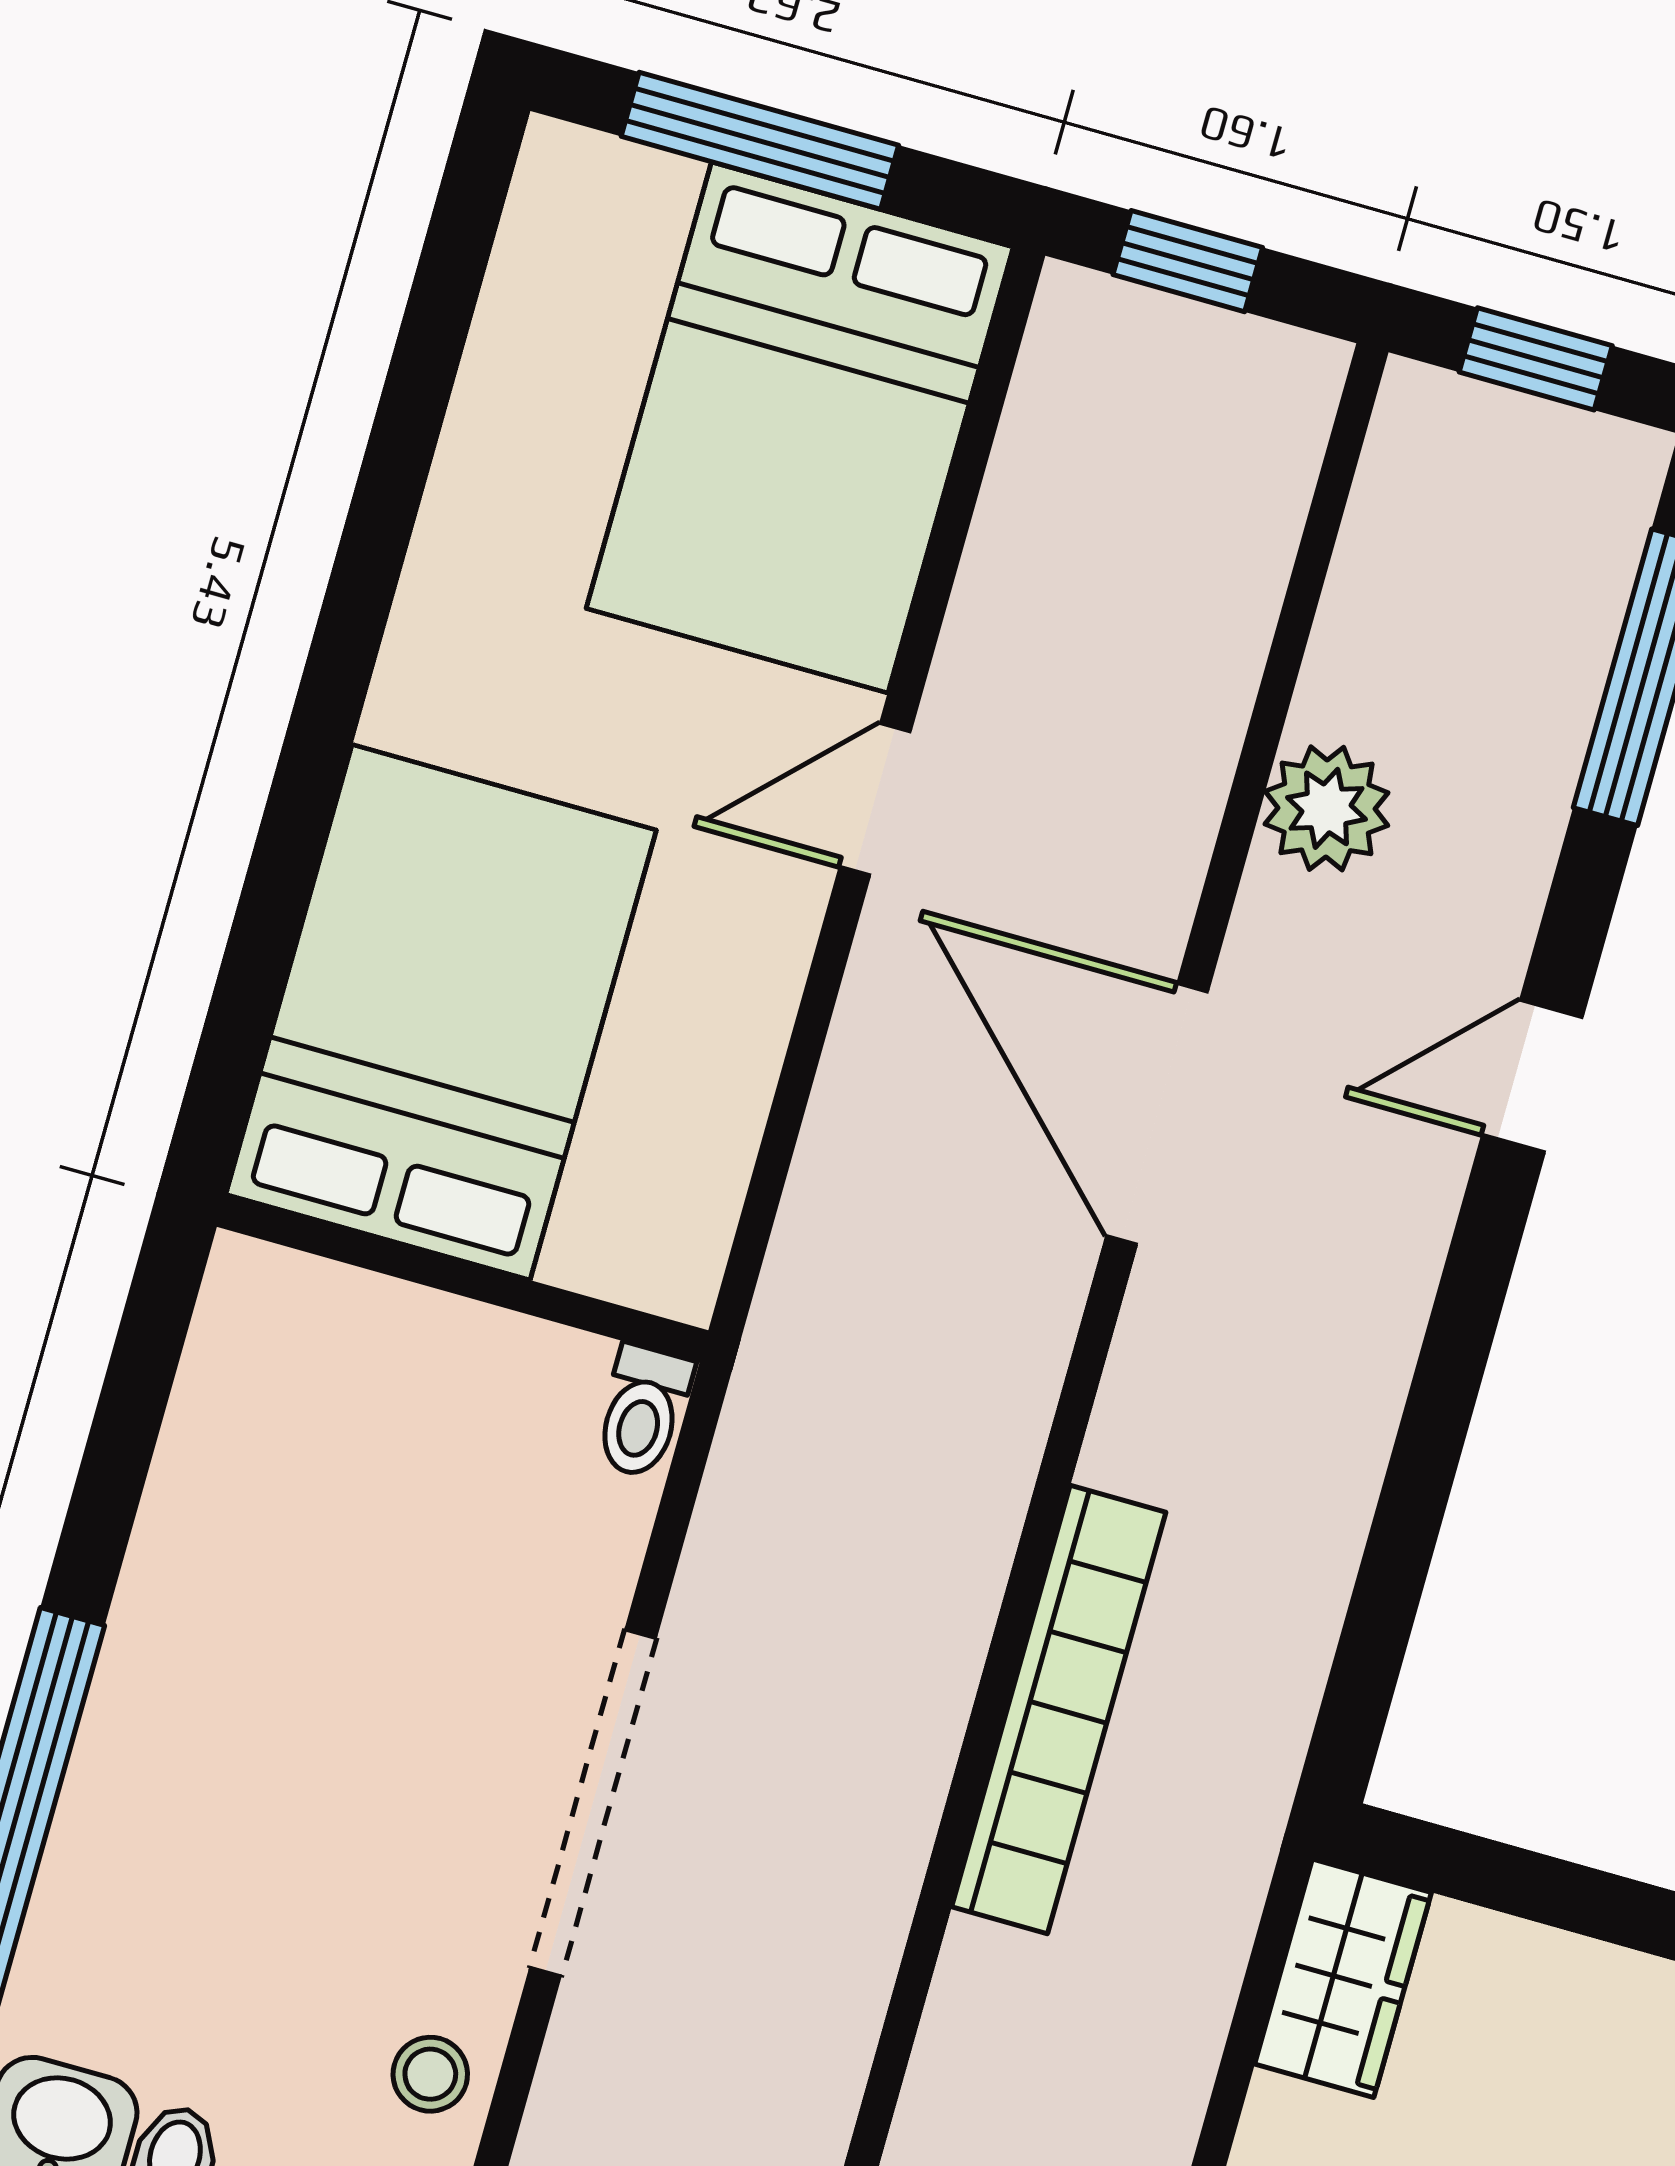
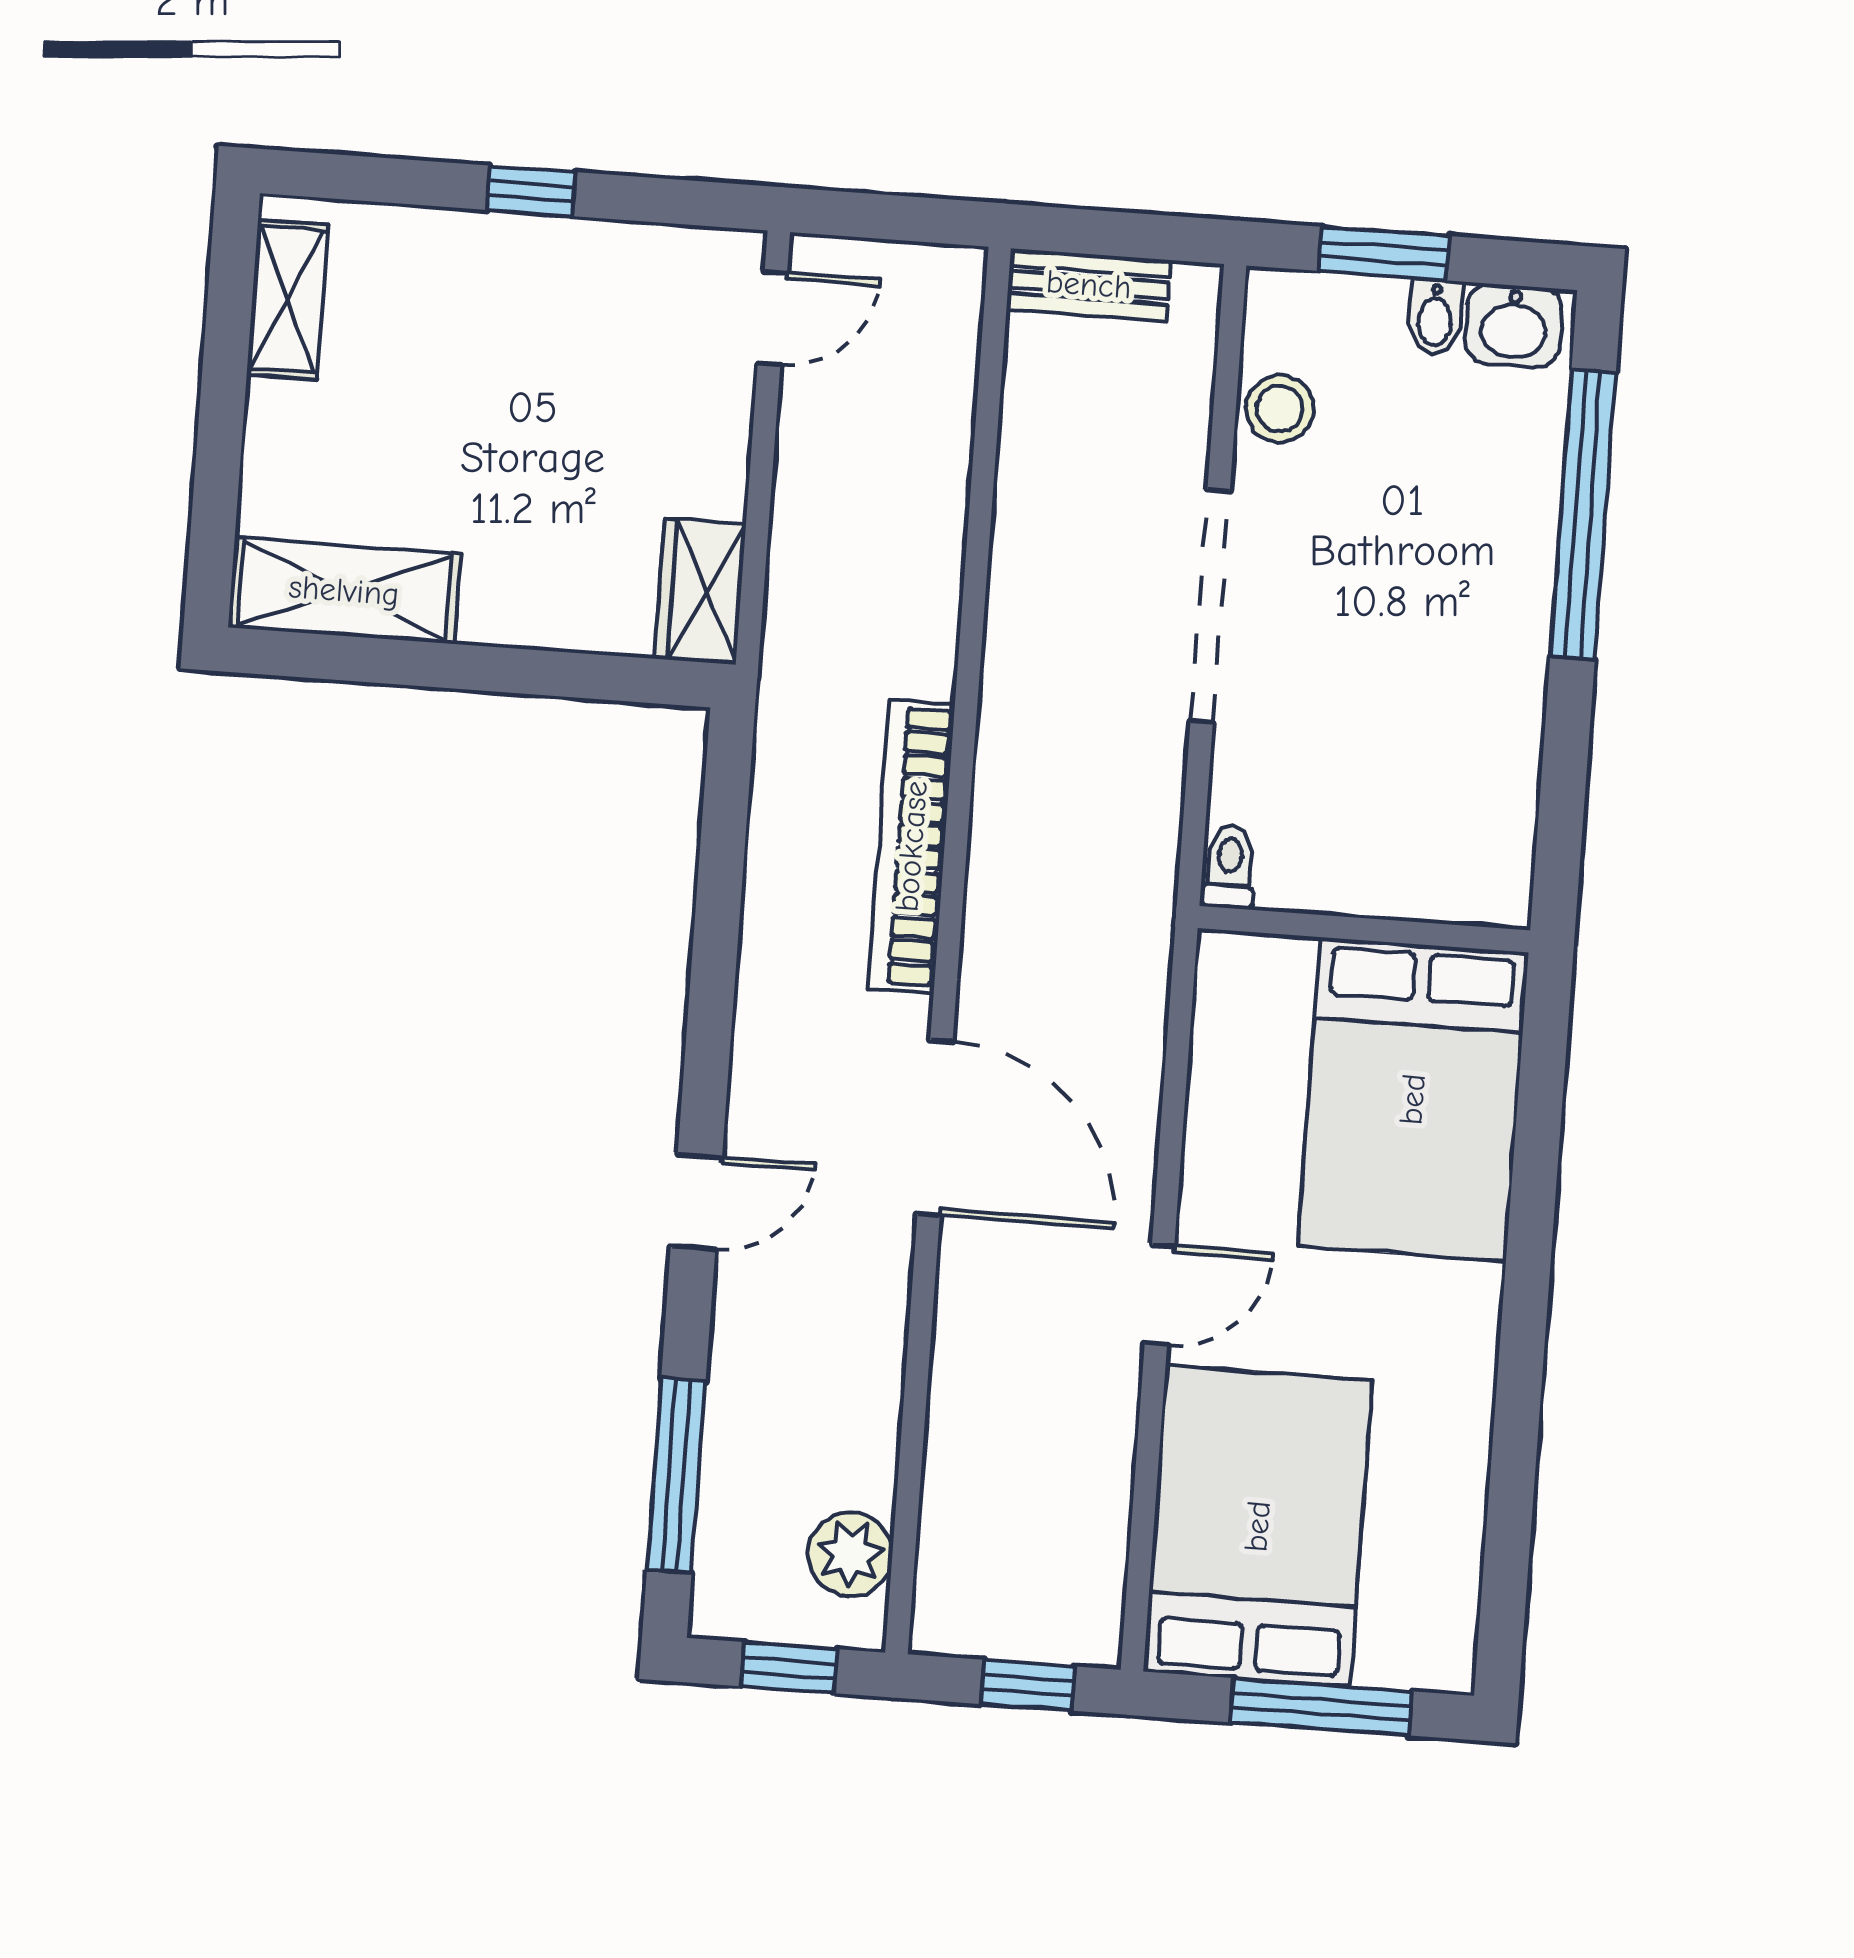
plant: (1327, 808) -> (850, 1554), moved
bookcase: (1059, 1710) -> (912, 846), moved
stool: (430, 2074) -> (1280, 409), width x1.37, depth x1.37

